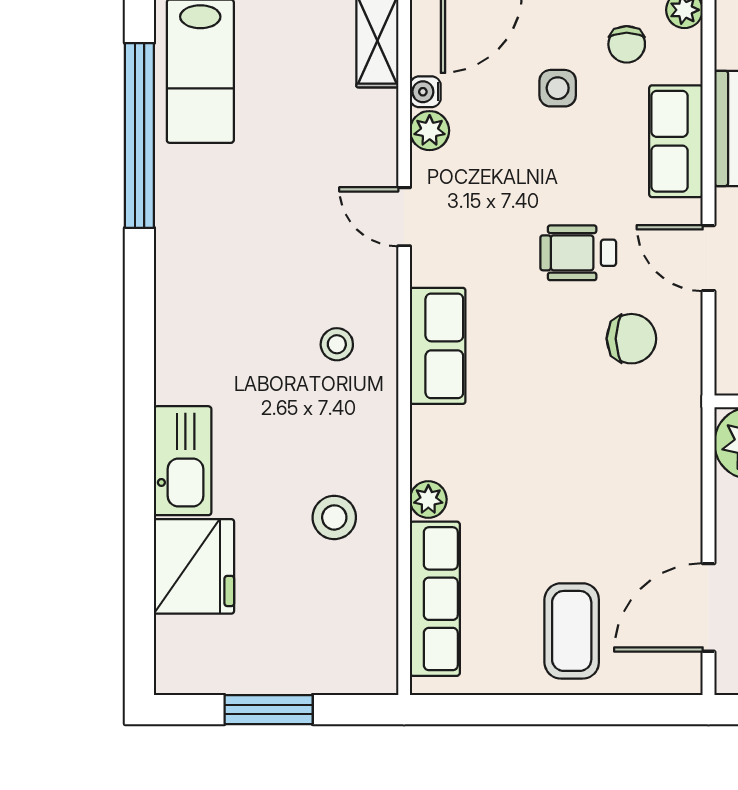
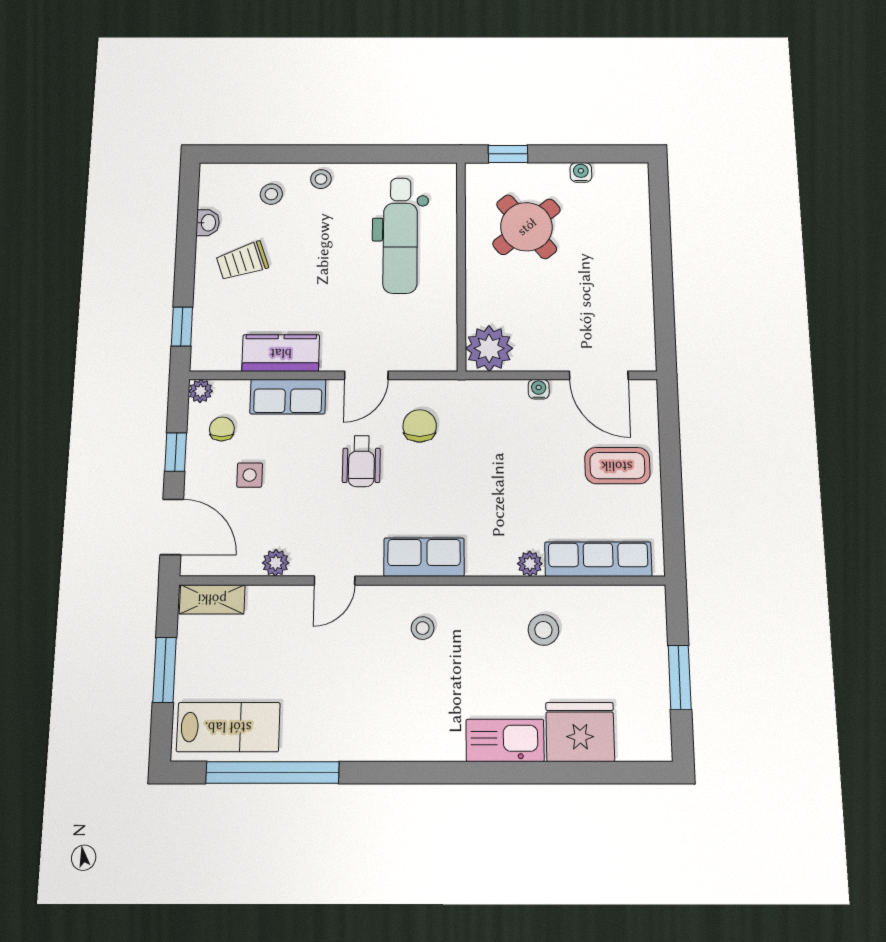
chair: (627, 44) -> (222, 429), turned -90
water cooler: (425, 92) -> (539, 389), moved, turned 180

